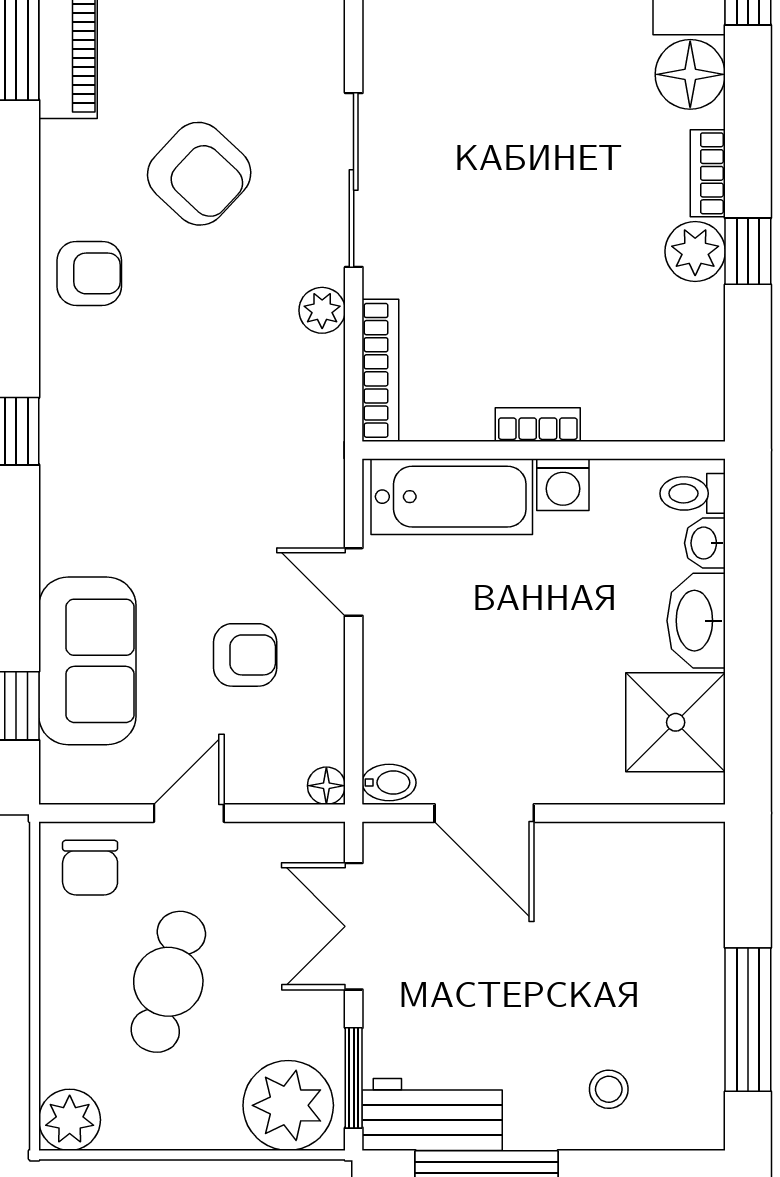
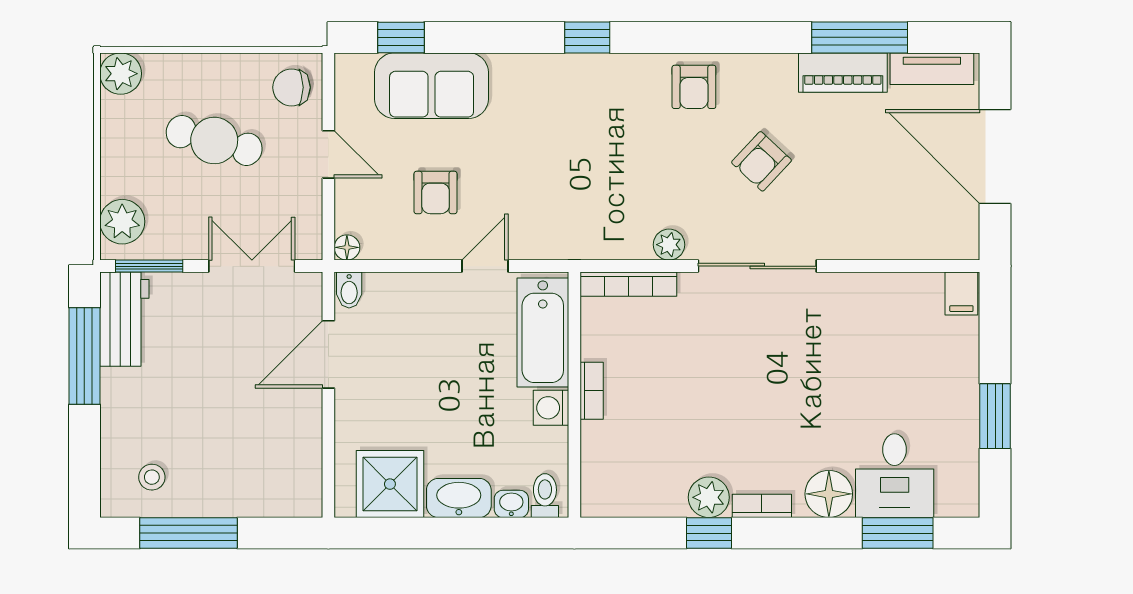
armchair: (199, 174) -> (761, 161), width x0.72, depth x0.72
stool: (609, 1089) -> (152, 477), moved
plant: (288, 1105) -> (122, 222), width x0.73, depth x0.73

